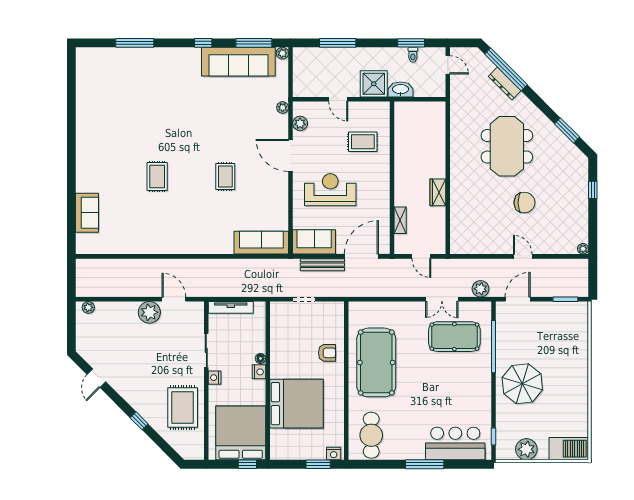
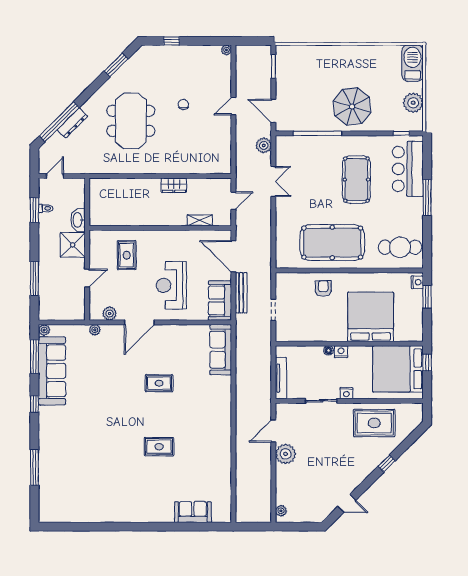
meeting table: (507, 146) -> (131, 121), turned 90
chair: (524, 203) -> (183, 105), width x0.54, depth x0.54
pool table: (454, 337) -> (356, 180), moved

